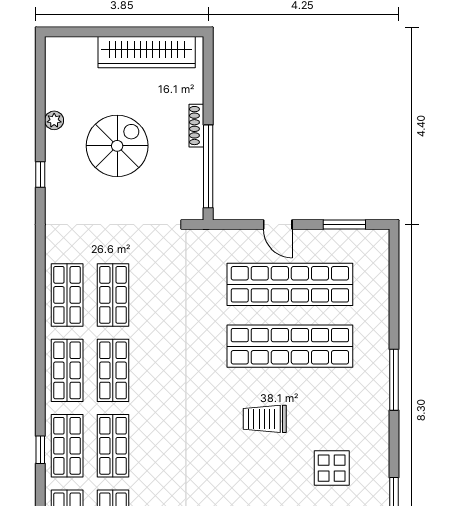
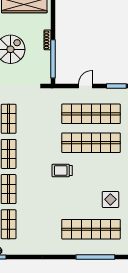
door: (278, 225) -> (85, 86), swing flipped
trolley: (265, 419) -> (62, 171), moved

